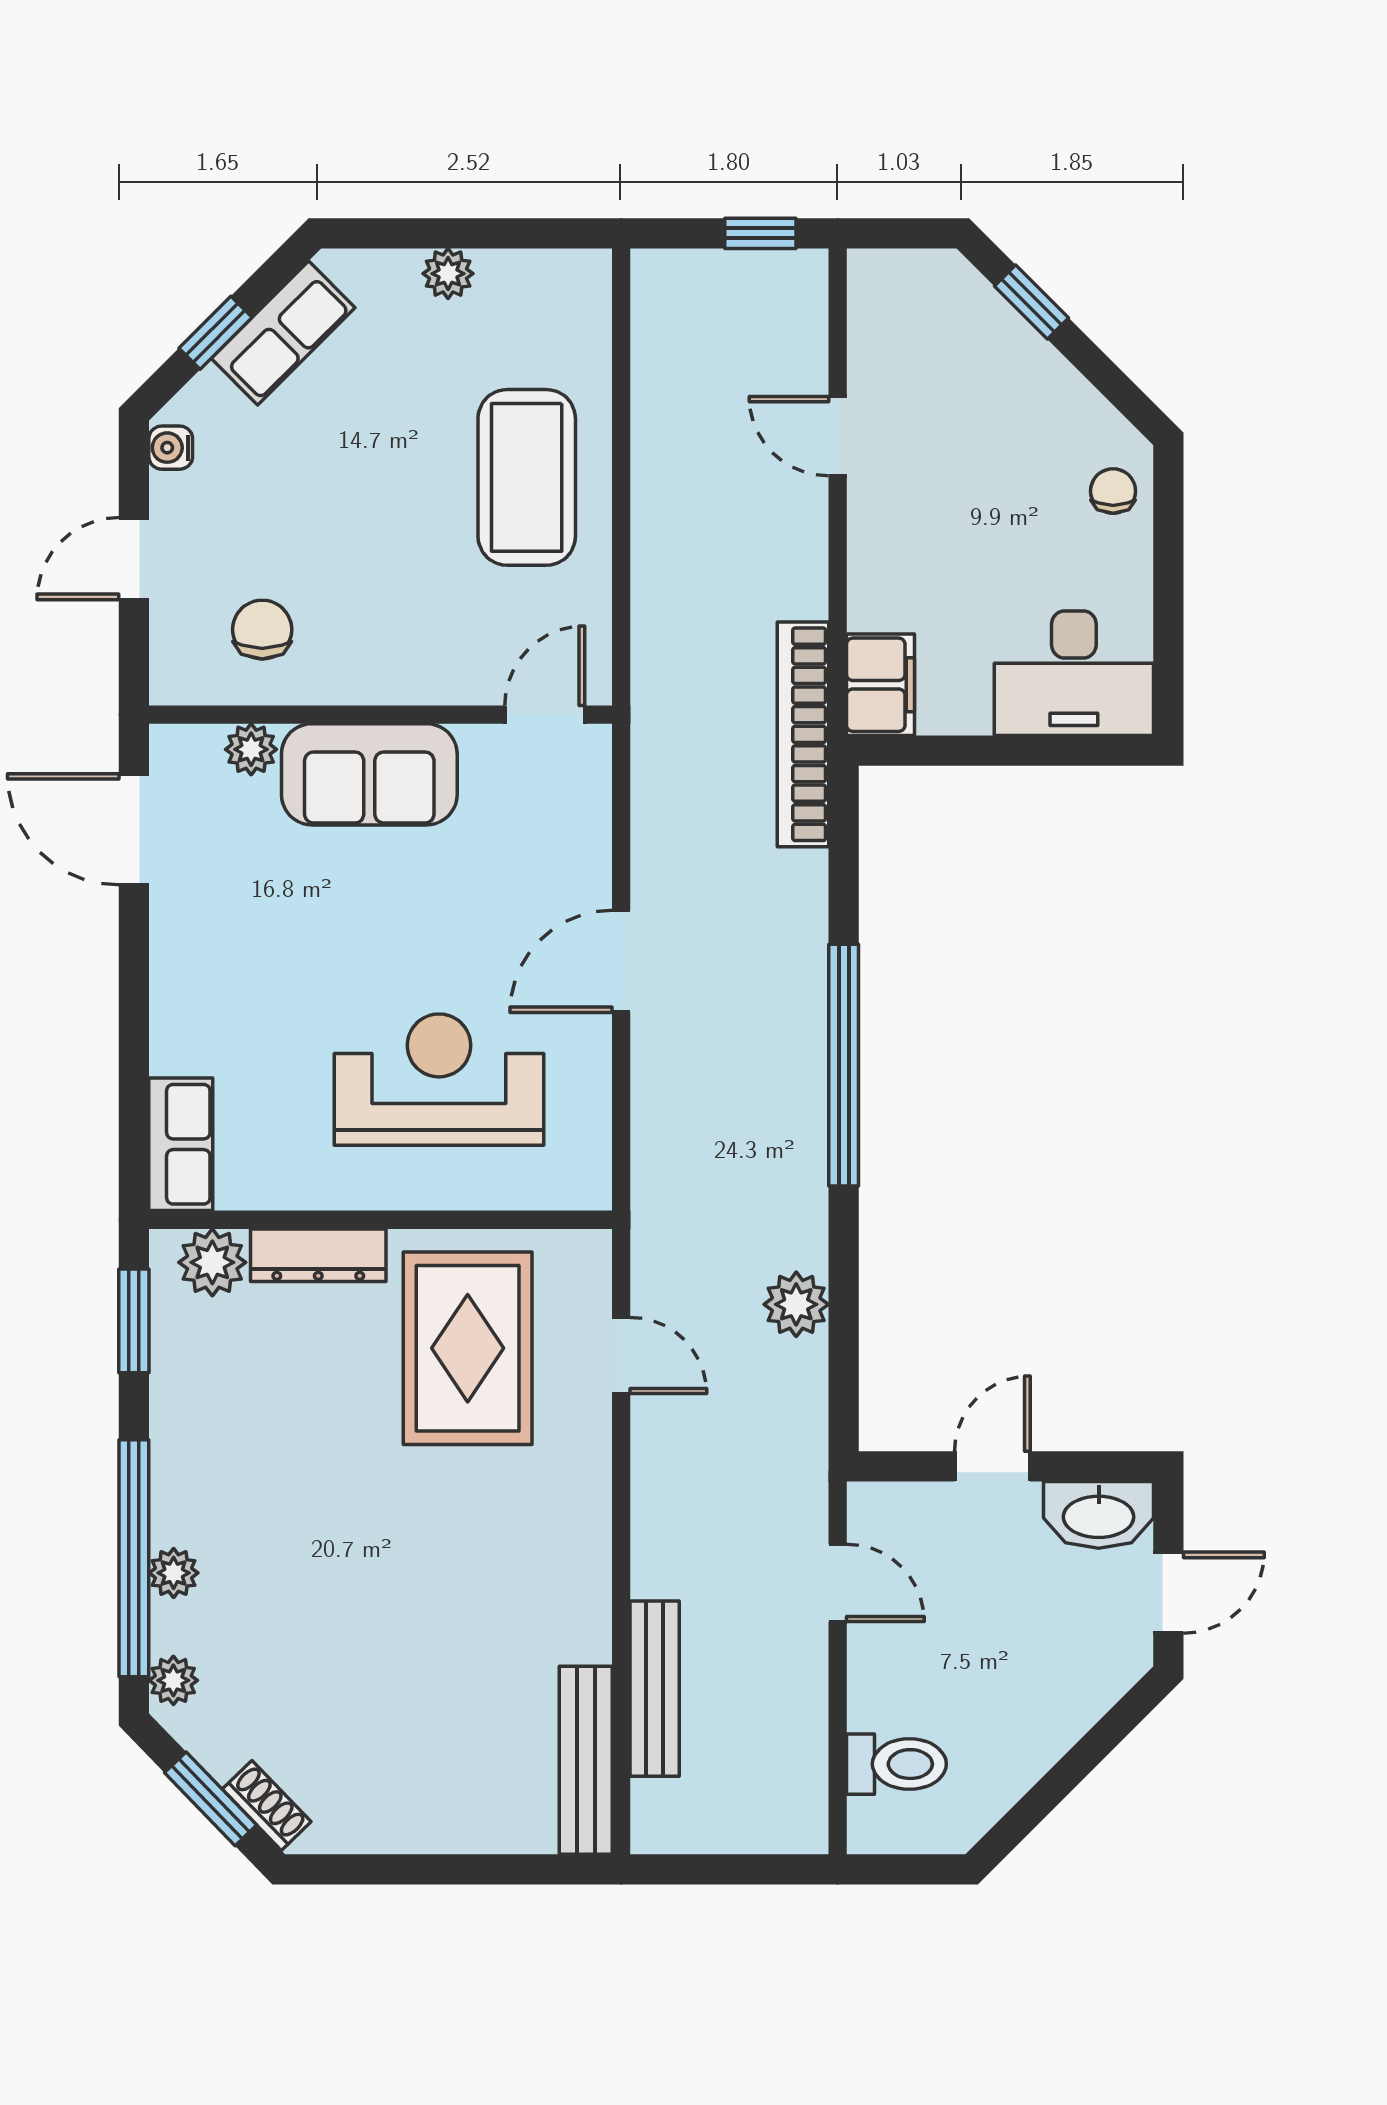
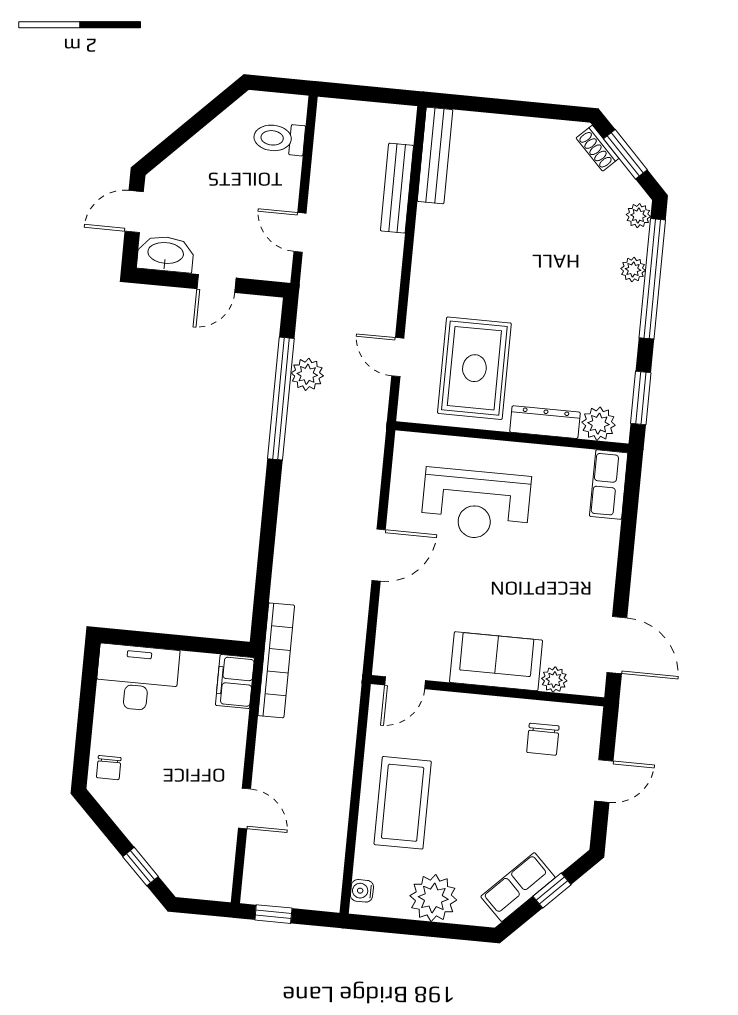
plant: (448, 274) -> (433, 898), width x1.88, depth x1.88
water cooler: (171, 448) -> (362, 891), moved, turned 180
window: (844, 1065) -> (281, 399), moved

